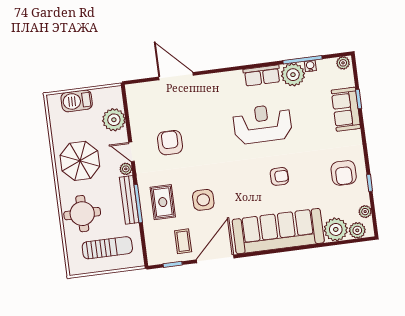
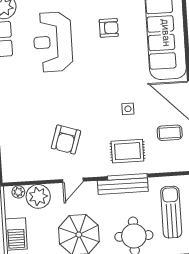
armchair: (170, 143) -> (66, 140), turned -72
plant: (126, 169) -> (18, 192), moved
armchair: (279, 176) -> (109, 28), turned 90
side table: (203, 200) -> (128, 109), width x0.54, depth x0.54

